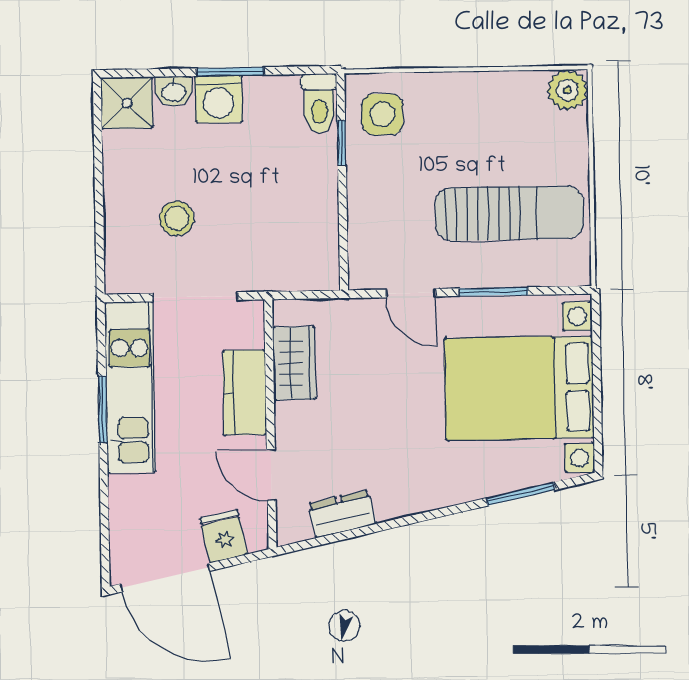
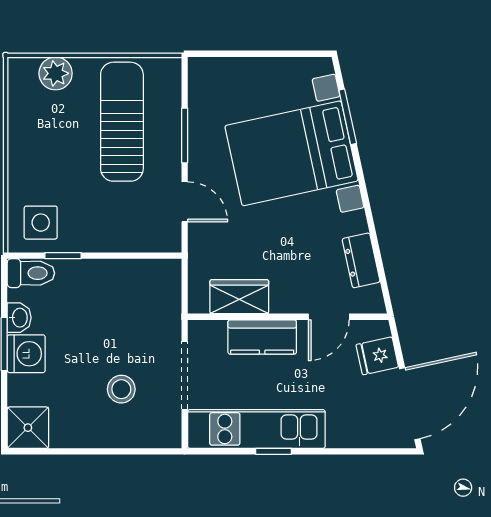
plant: (567, 90) -> (56, 73), moved
washbasin: (174, 91) -> (19, 318), moved
door: (411, 293) -> (185, 202), hinge flipped
bed with nightstands: (519, 388) -> (292, 153), moved, turned 78
window: (103, 409) -> (274, 451), width x0.67

